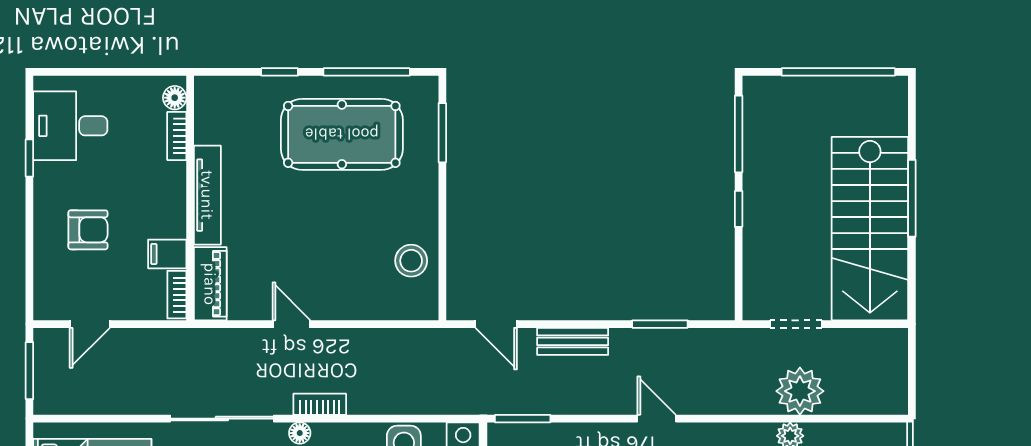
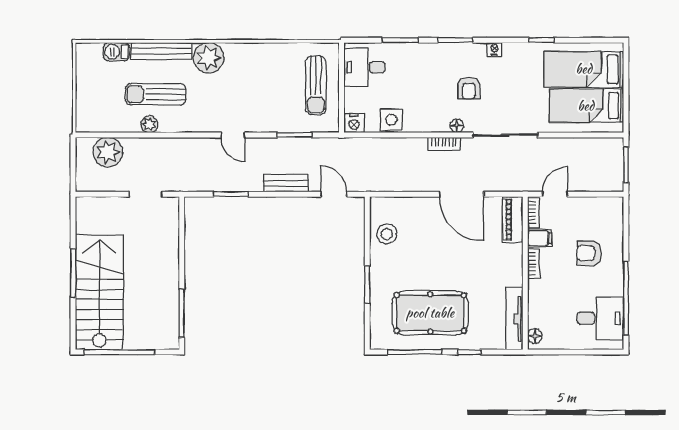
window: (442, 133) -> (367, 284), moved
bookcase: (177, 136) -> (534, 264), moved
window: (29, 158) -> (626, 298), width x3.17
tv unit: (207, 195) -> (514, 319), moved
window: (739, 209) -> (182, 266), removed
stairs: (870, 229) -> (99, 292), moved
door: (90, 324) -> (555, 194), moved
door: (292, 324) -> (462, 194), width x1.87
plant: (800, 391) -> (108, 152), moved
window: (523, 419) -> (294, 135), moved

